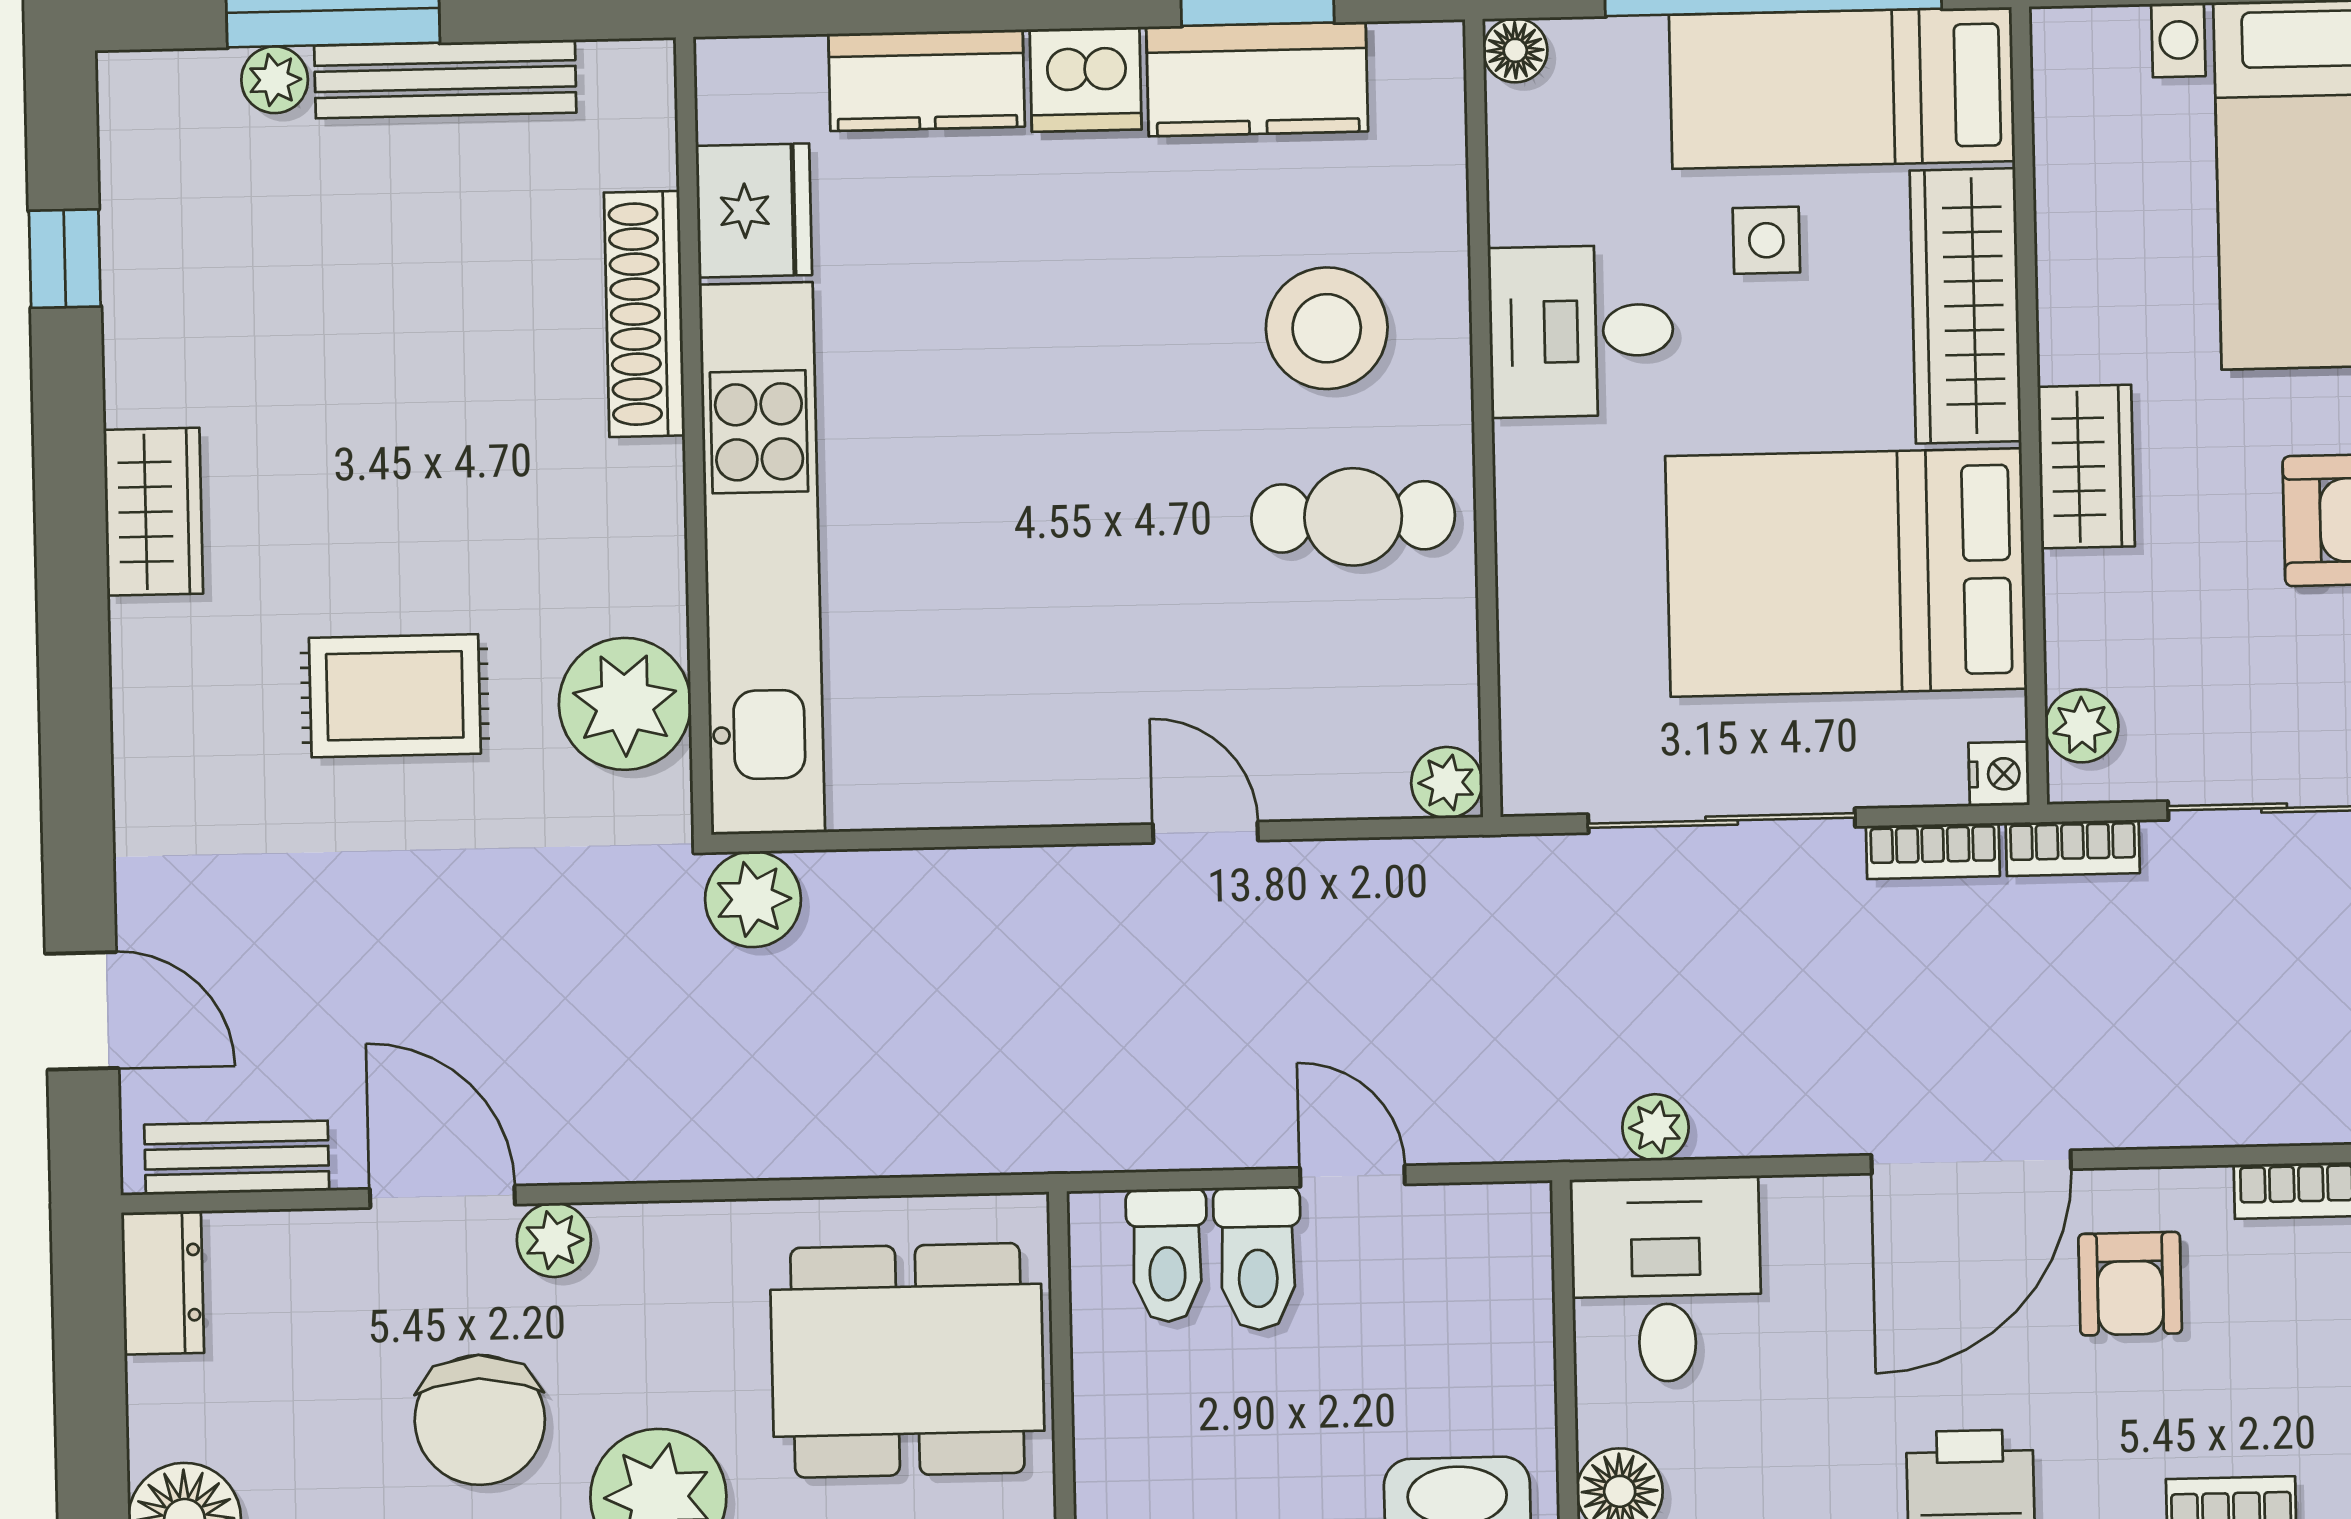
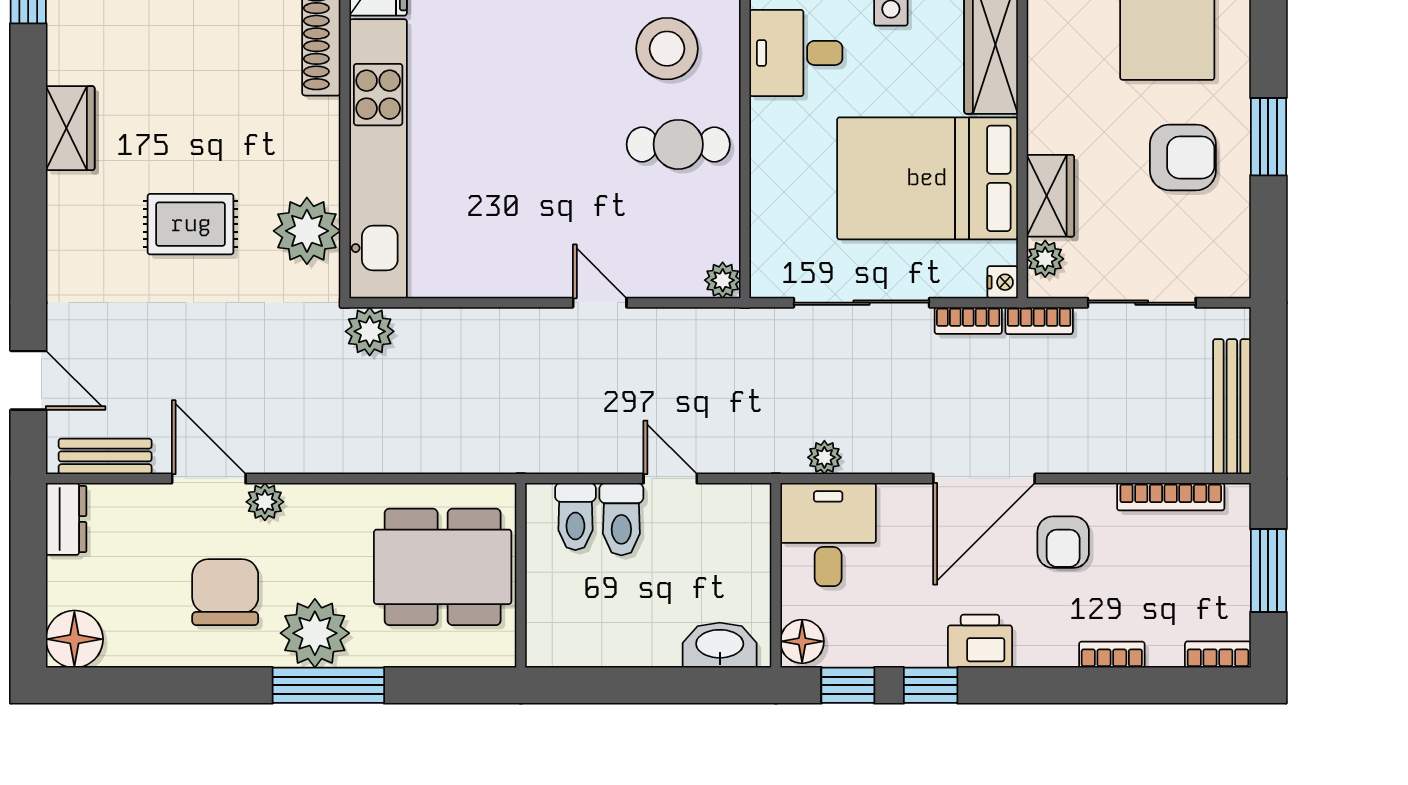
wardrobe: (2086, 467) -> (1050, 196), moved
chair: (480, 1420) -> (225, 592), turned 180

